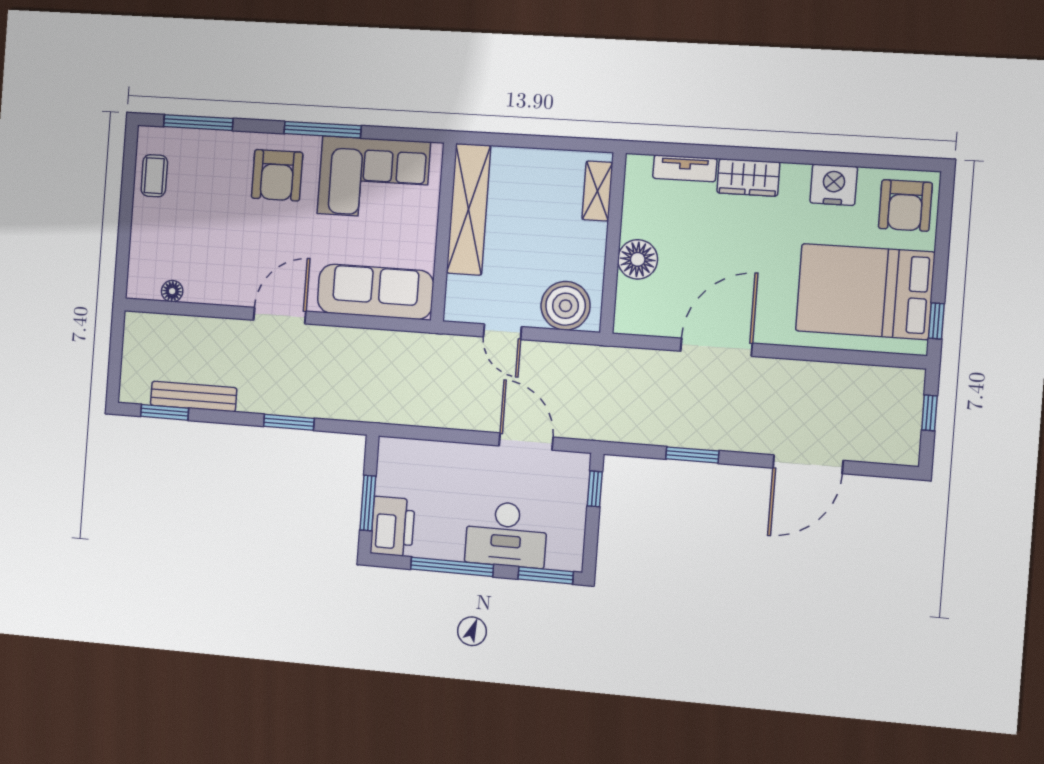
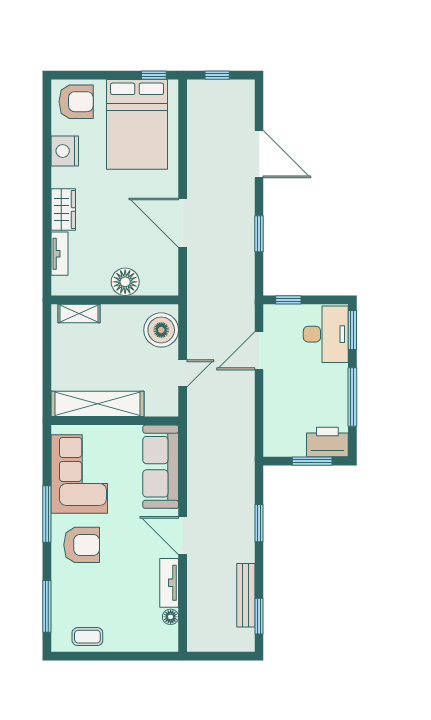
tv unit: (218, 292) -> (169, 583), added
desk: (506, 534) -> (326, 334), moved

